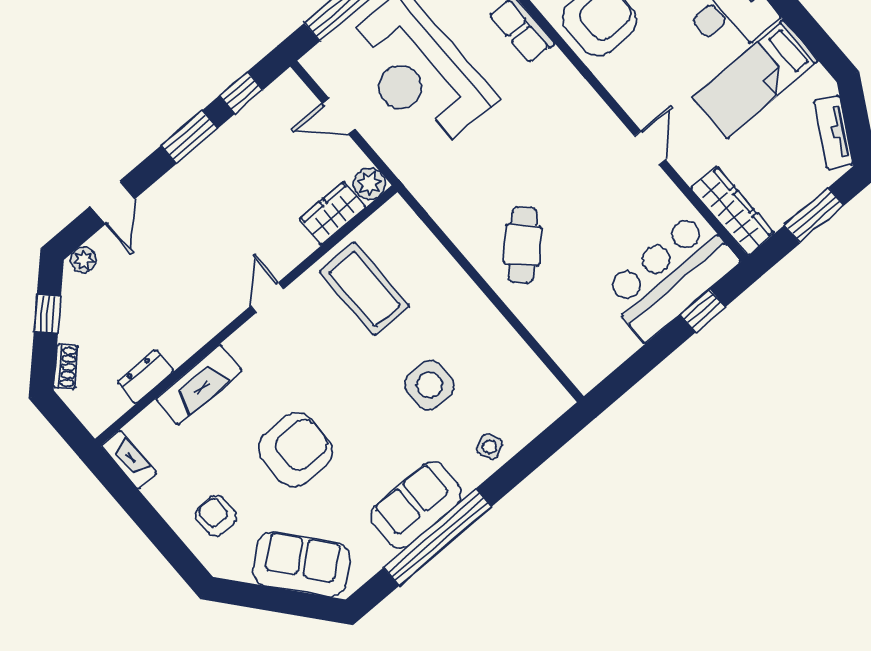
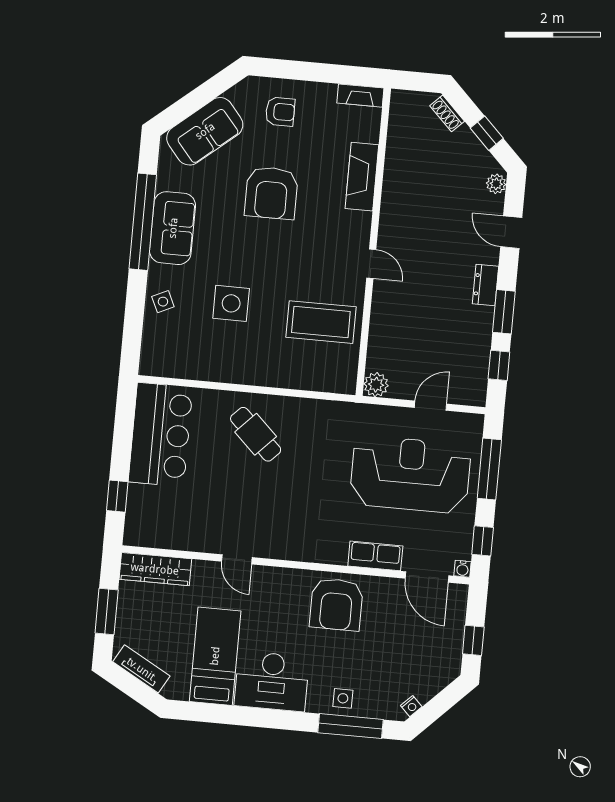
wardrobe: (333, 213) -> (381, 347), removed
bar counter: (670, 276) -> (161, 435), moved
dresser: (146, 377) -> (485, 285), moved, turned 180

